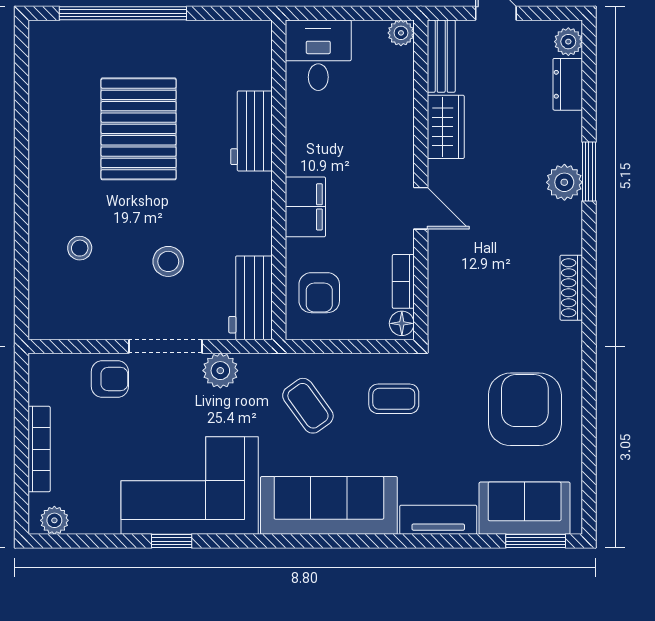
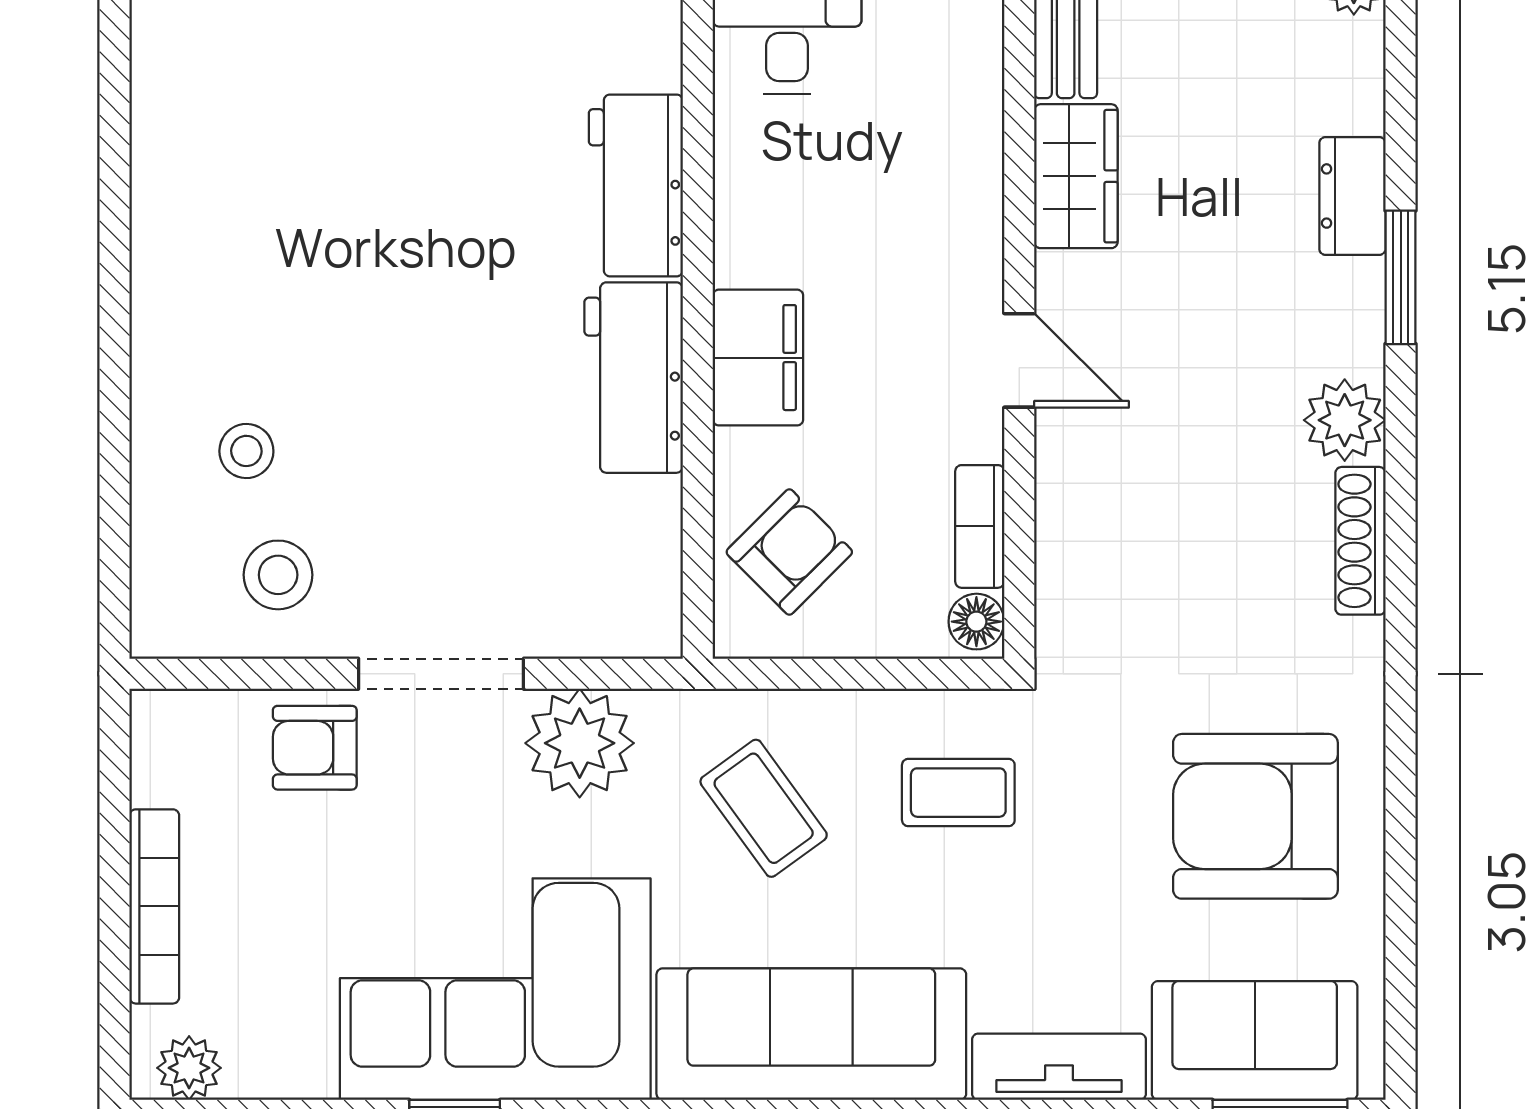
dresser: (568, 84) -> (1352, 196), moved
pallet: (139, 129) -> (380, 181), removed
plant: (564, 182) -> (1345, 420), moved
stool: (168, 261) -> (278, 575), moved
armchair: (319, 293) -> (789, 552), turned -135
workbench: (251, 298) -> (634, 378), moved
plant: (220, 371) -> (580, 743), width x1.36, depth x1.36
armchair: (110, 379) -> (315, 748), turned 180
armchair: (525, 409) -> (1255, 816), turned -90

